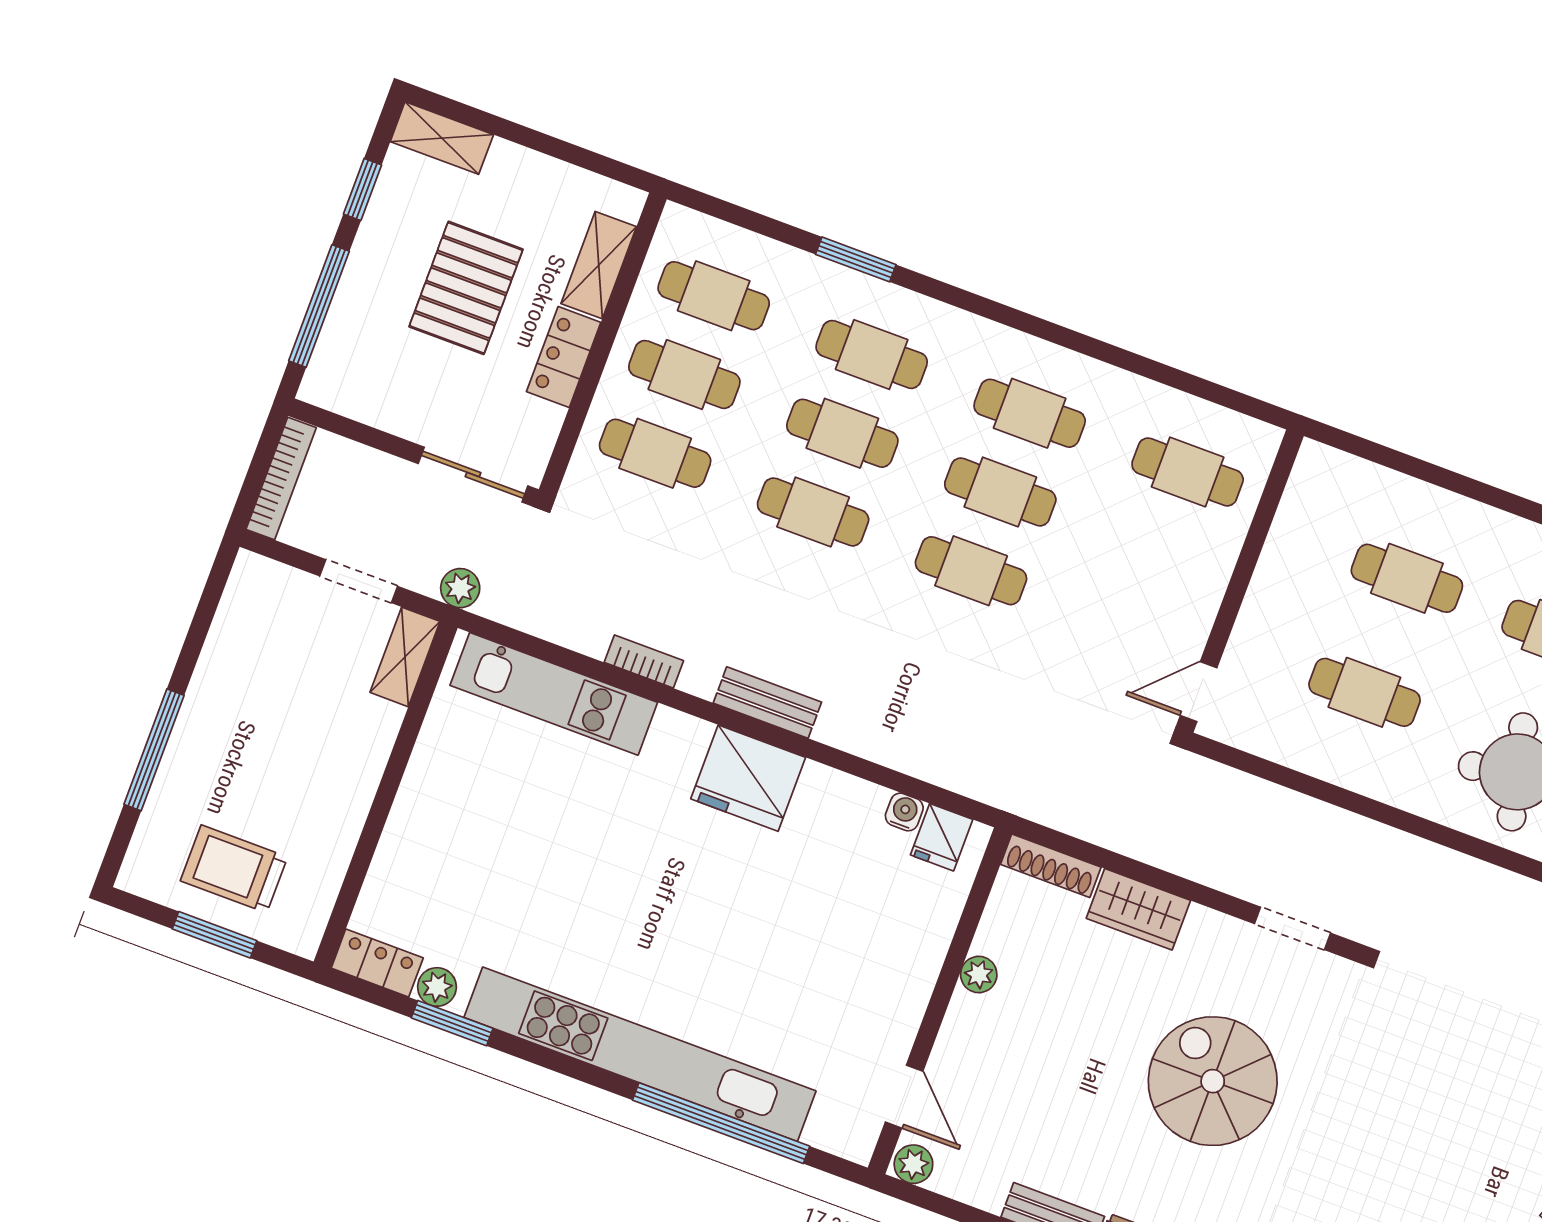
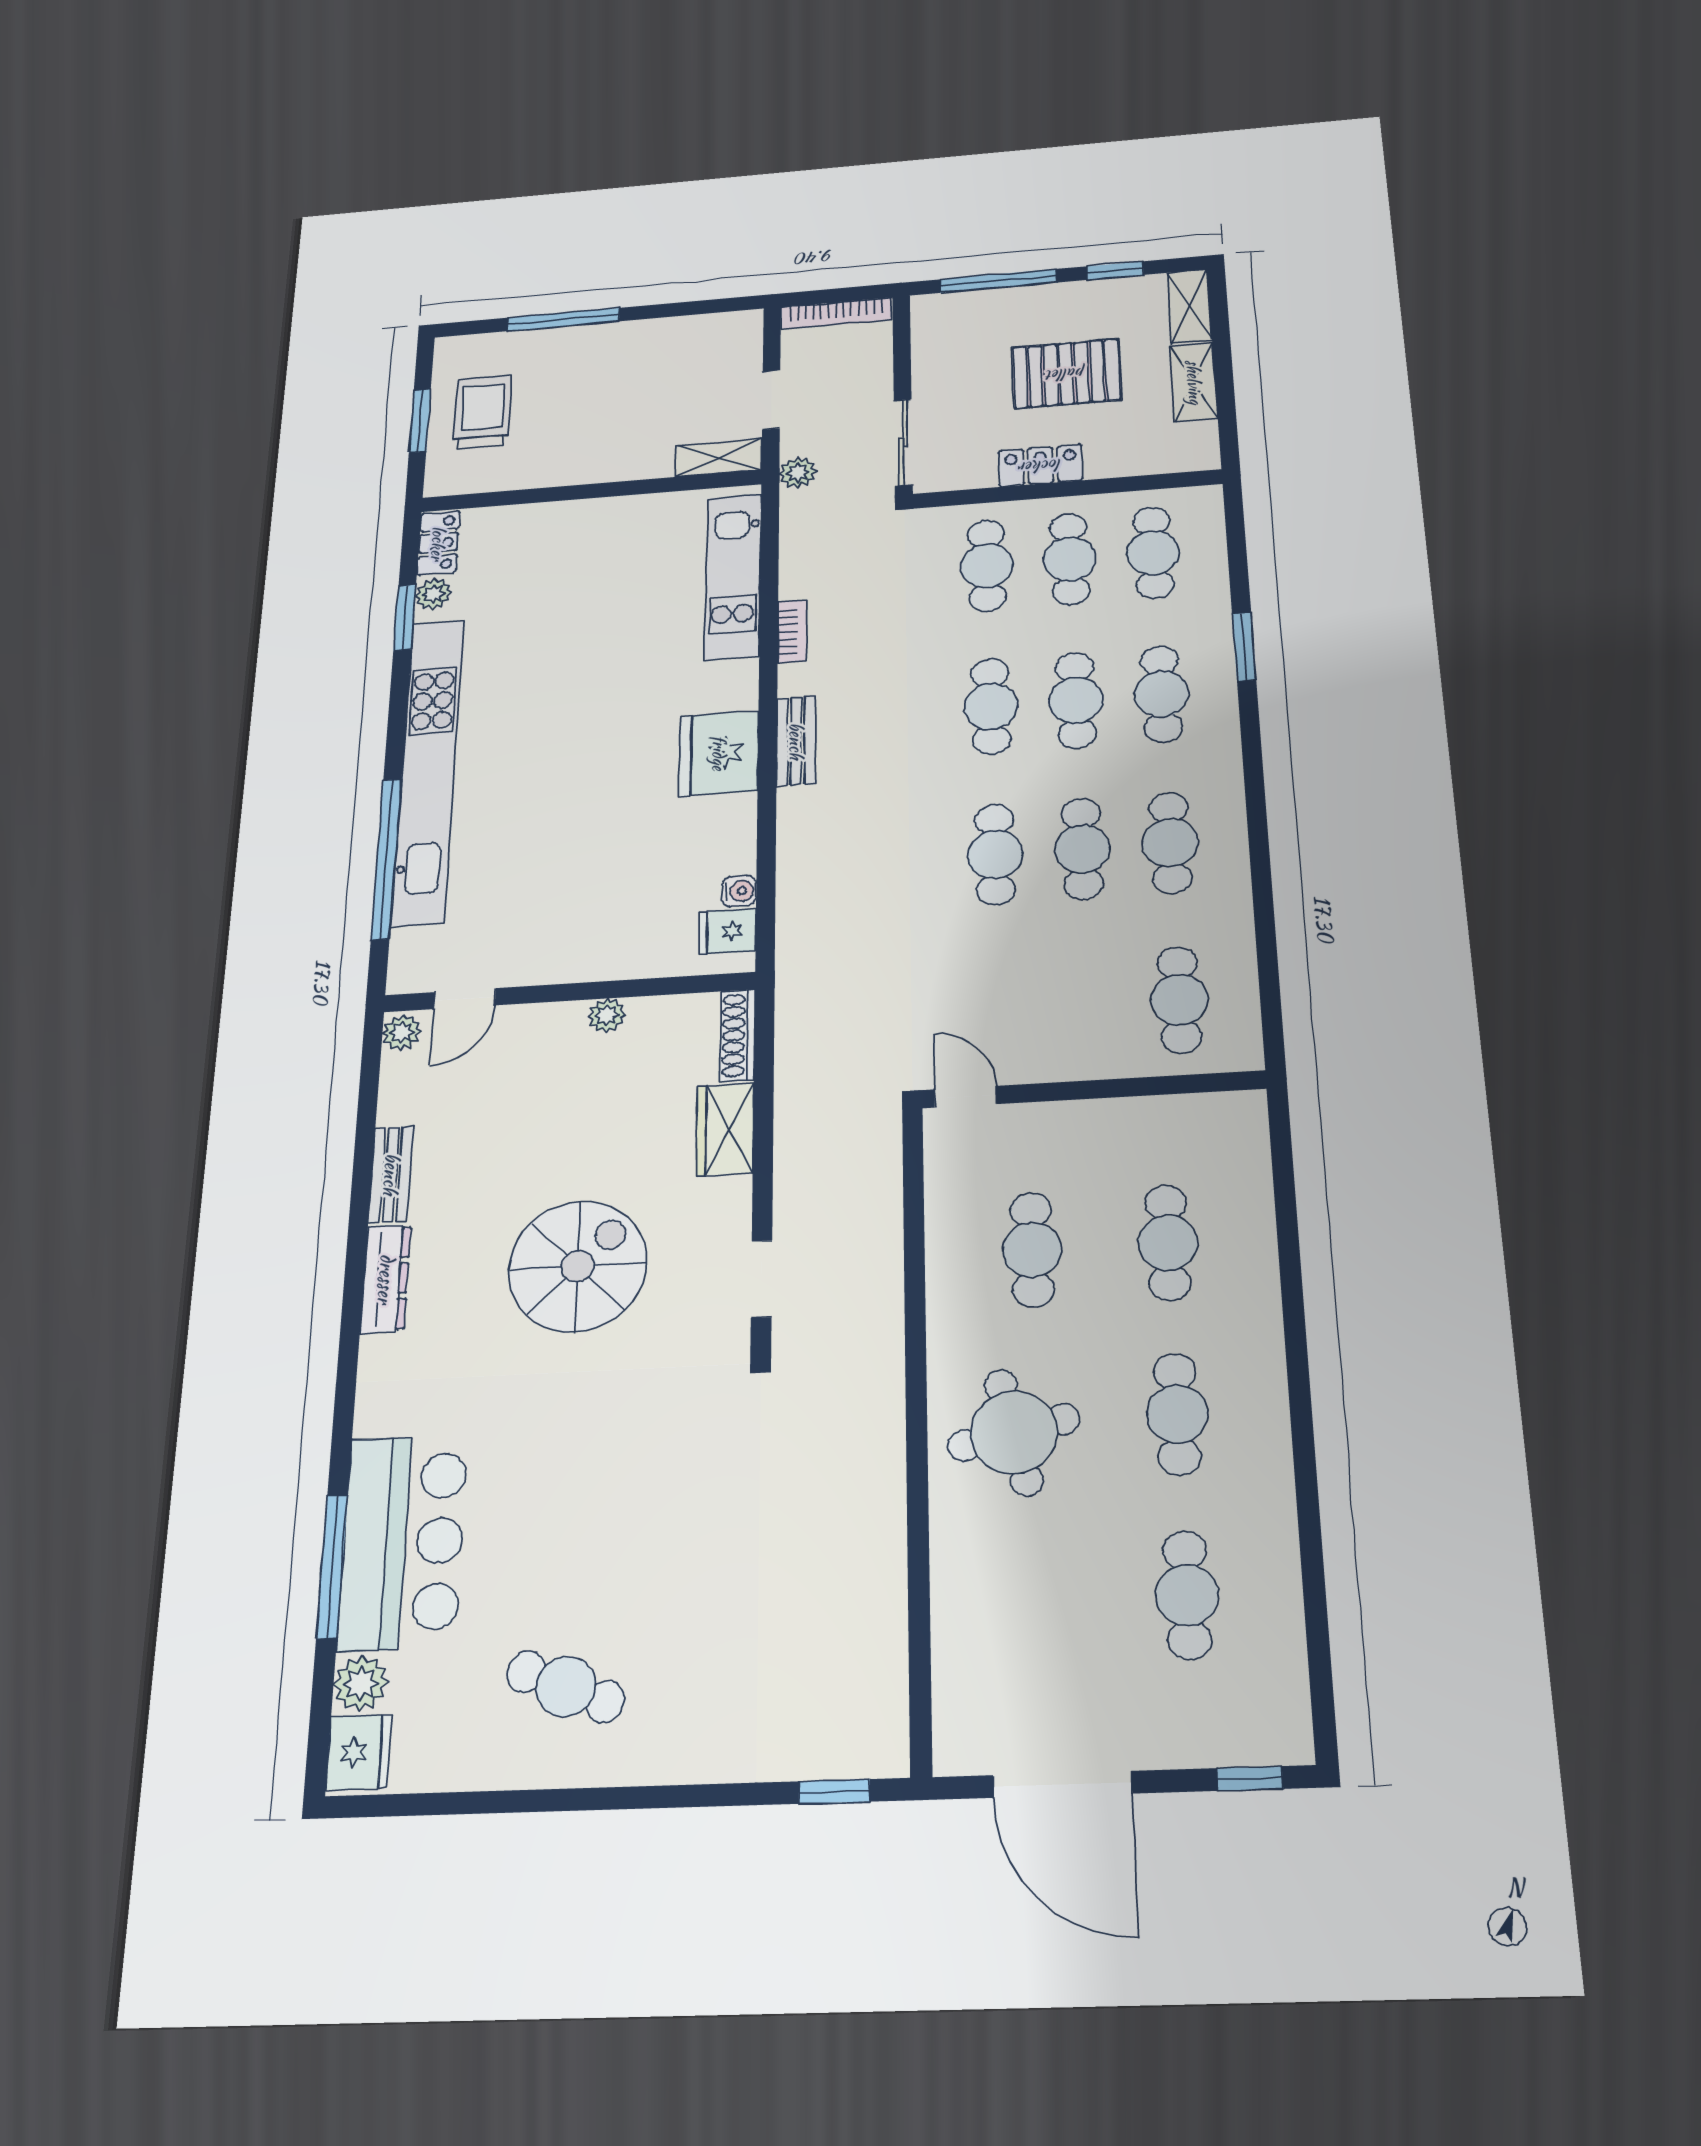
shelving: (599, 265) -> (1194, 382), moved, turned 90

